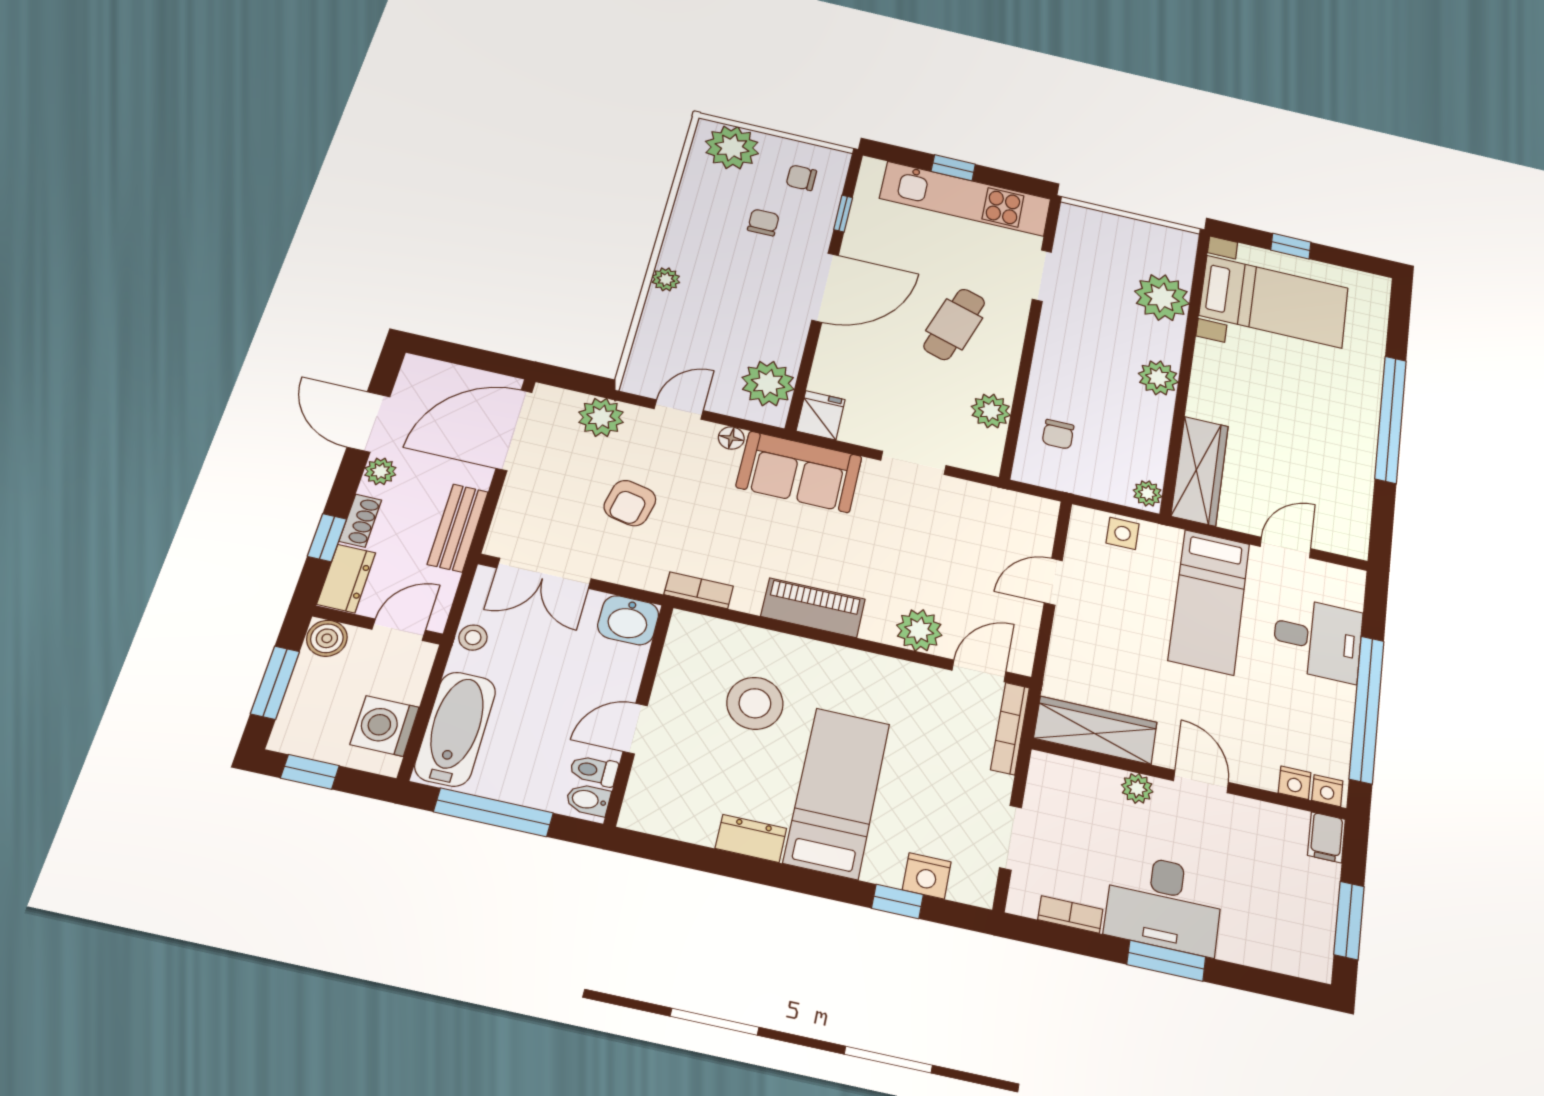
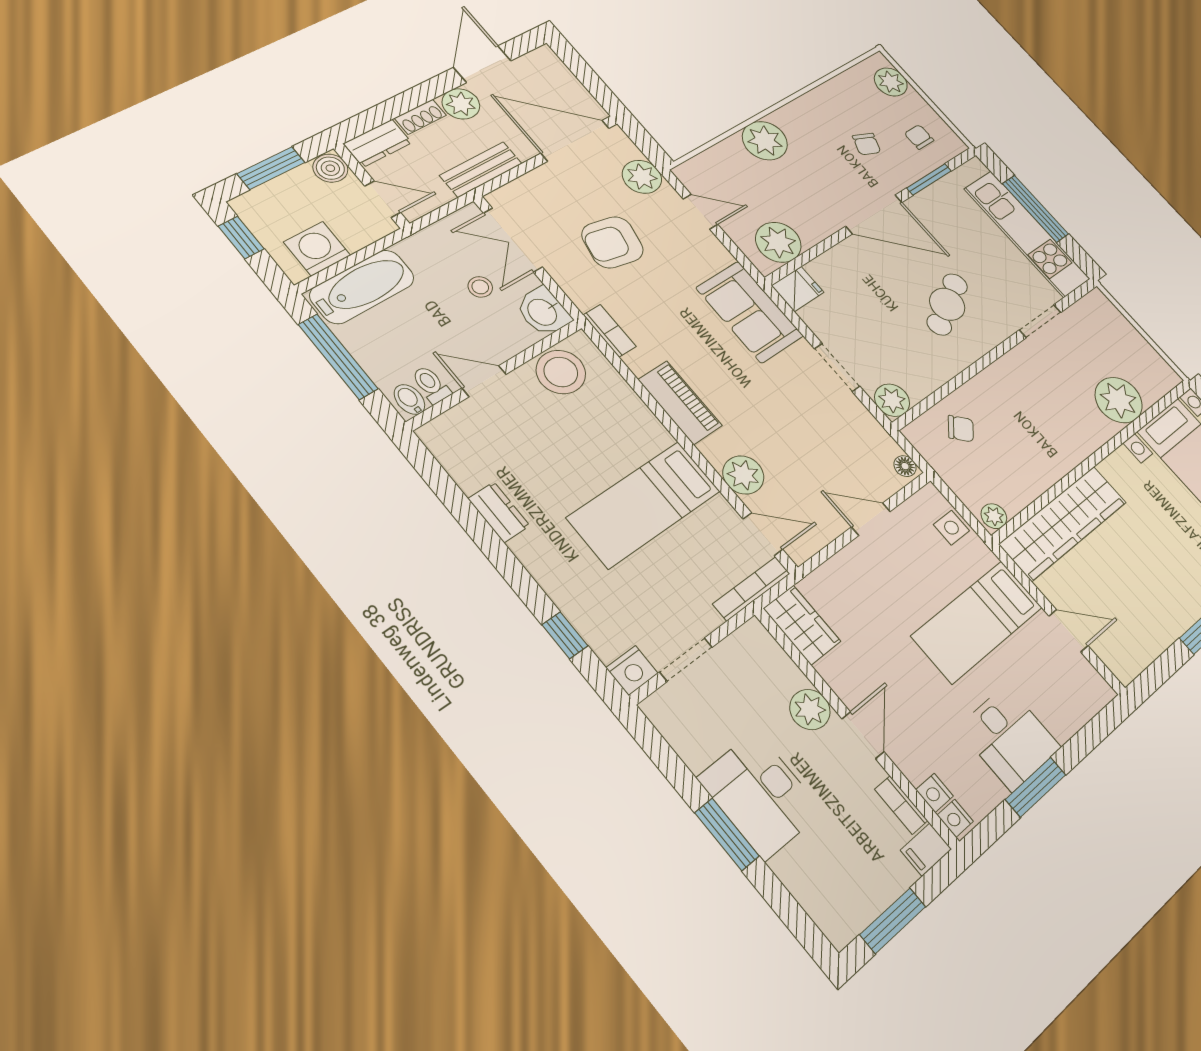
plant: (732, 148) -> (891, 82), width x0.73, depth x0.73
window: (953, 168) -> (1035, 209), width x2.17
window: (843, 214) -> (929, 179), width x1.50
chair: (763, 222) -> (867, 144), turned 112
plant: (666, 279) -> (765, 141), width x1.88, depth x1.88
cafe table: (954, 324) -> (947, 304), turned -45
plant: (1158, 378) -> (1069, 449), removed
plant: (991, 411) -> (892, 400), moved
chair: (1058, 434) -> (961, 429), turned -136
floor lamp: (731, 438) -> (905, 466), moved
plant: (380, 471) -> (461, 104), width x1.38, depth x1.38
wardrobe: (1200, 471) -> (1063, 523), width x1.40, depth x1.17
armchair: (630, 503) -> (612, 242), width x1.38, depth x1.38
window: (327, 538) -> (389, 110), removed
stool: (473, 638) -> (480, 287), moved
desk: (1318, 639) -> (1009, 738), moved
stool: (755, 703) -> (561, 372), moved
window: (1367, 709) -> (1036, 787), width x0.47
wardrobe: (1096, 730) -> (802, 625), width x0.67
plant: (1137, 788) -> (810, 710), width x1.38, depth x1.38
bed: (837, 793) -> (644, 504), moved, turned 180
nightstand: (927, 876) -> (632, 670), moved, turned -90
bookcase: (1070, 915) -> (901, 805), moved, turned 180

